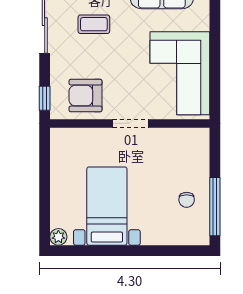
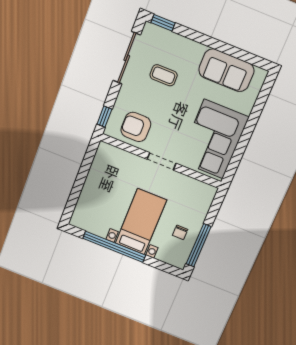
bed with nightstands: (107, 206) -> (141, 222), moved
plant: (58, 237) -> (76, 221), removed
window: (116, 251) -> (114, 247), added

